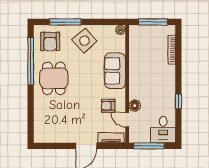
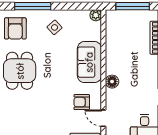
side table: (84, 41) -> (55, 27), width x0.54, depth x0.54
floor lamp: (135, 106) -> (112, 82), moved

